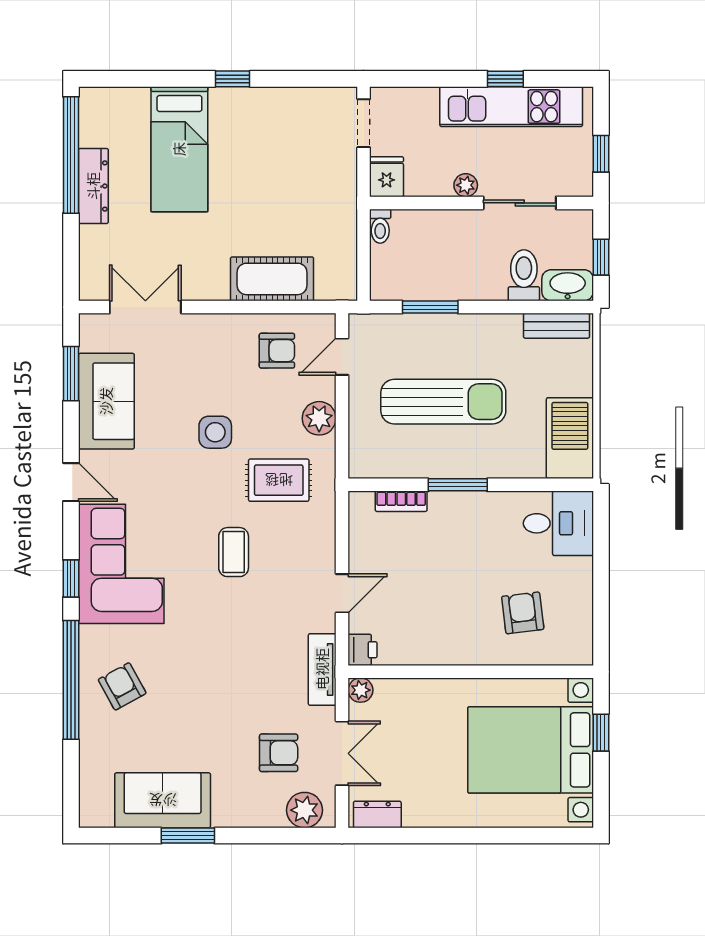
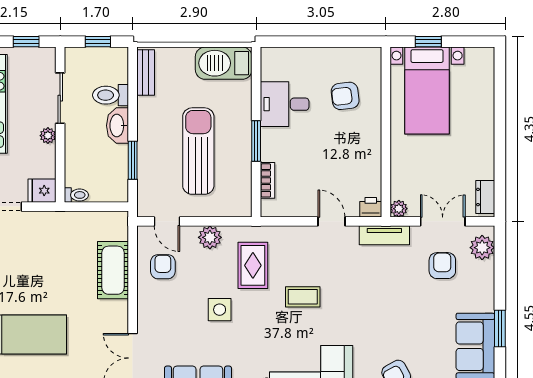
washbasin: (568, 285) -> (117, 126), moved
desk: (558, 523) -> (285, 104), moved, turned -90
bed with nightstands: (531, 750) -> (427, 90), width x0.73

